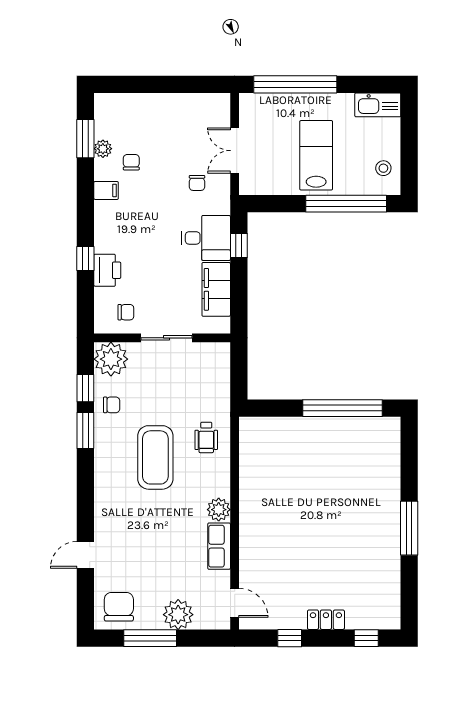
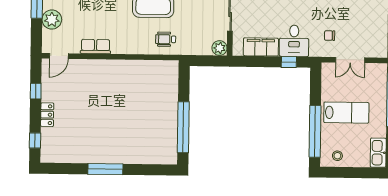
double door: (235, 151) -> (350, 60), swing flipped
plant: (219, 510) -> (219, 48), moved

